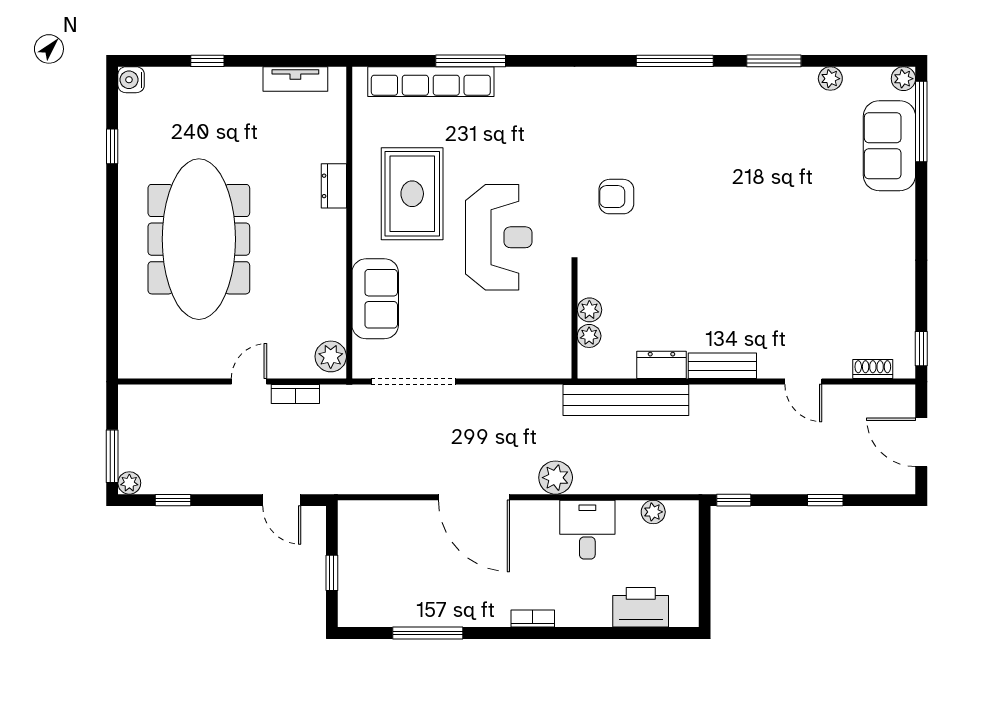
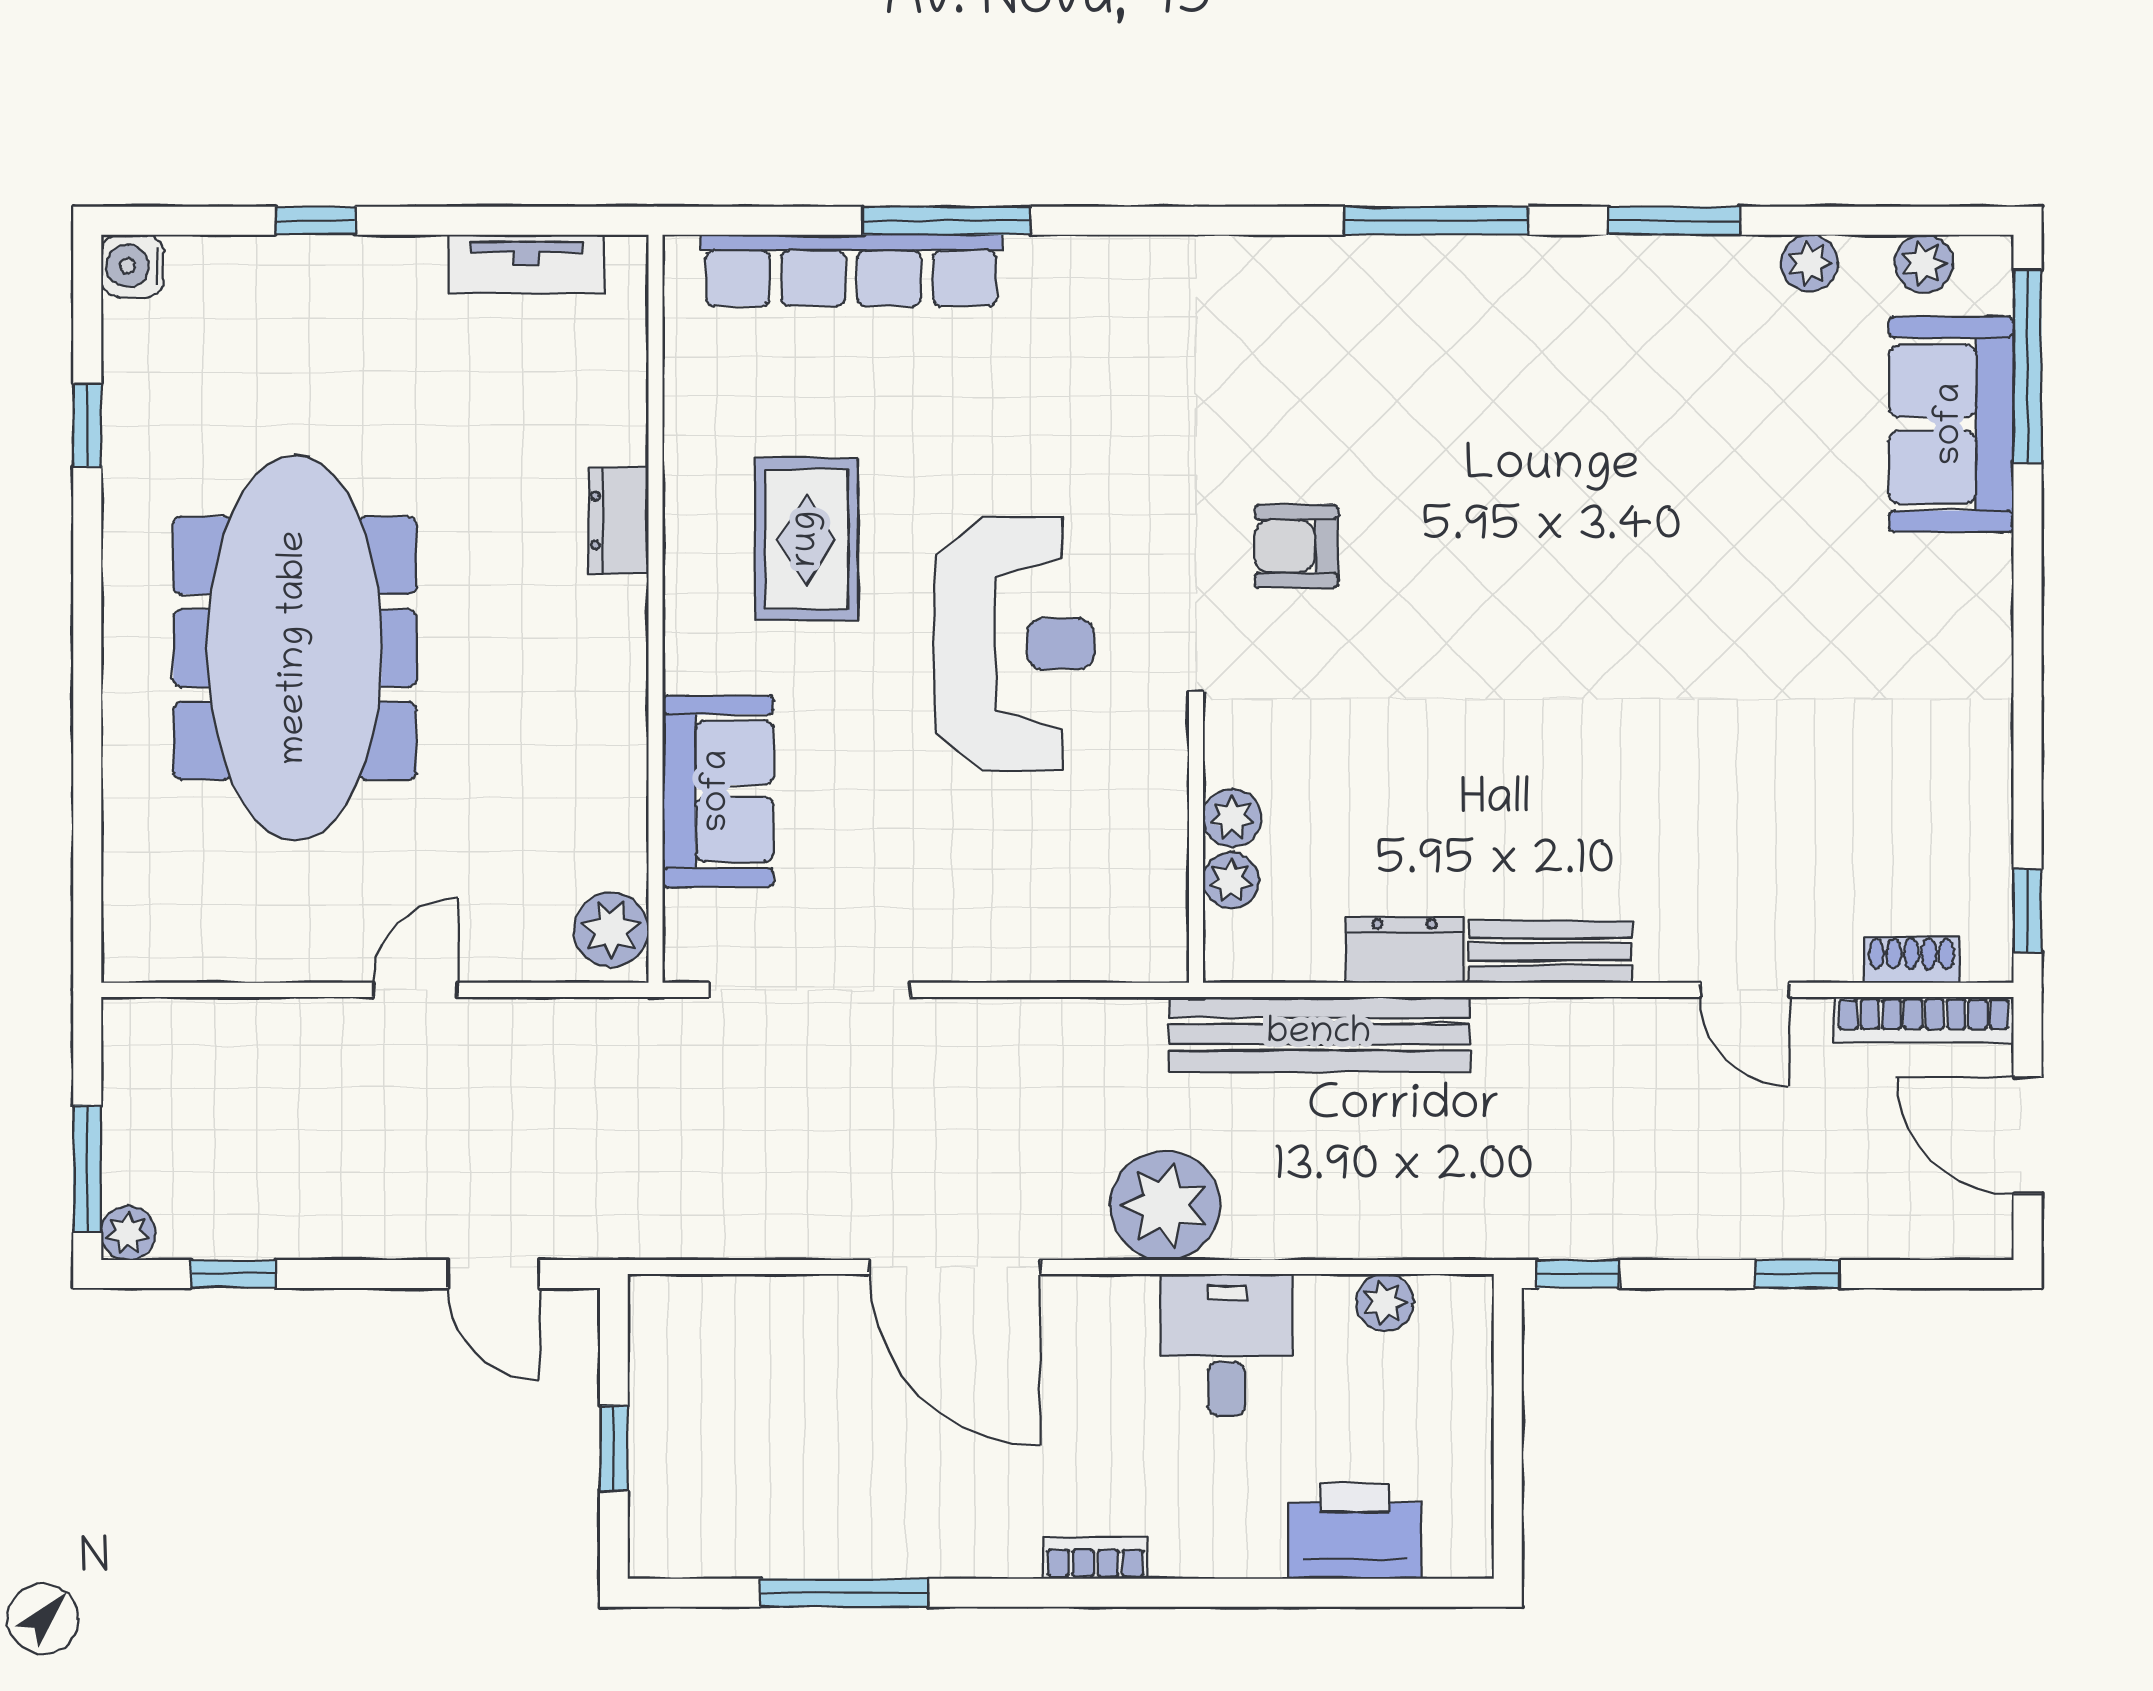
plant: (903, 79) -> (1924, 263), moved
rug: (412, 194) -> (807, 539), width x0.73, depth x0.70
bookcase: (295, 394) -> (1924, 1020), moved, width x1.56
plant: (556, 478) -> (1165, 1205), width x1.36, depth x1.36

